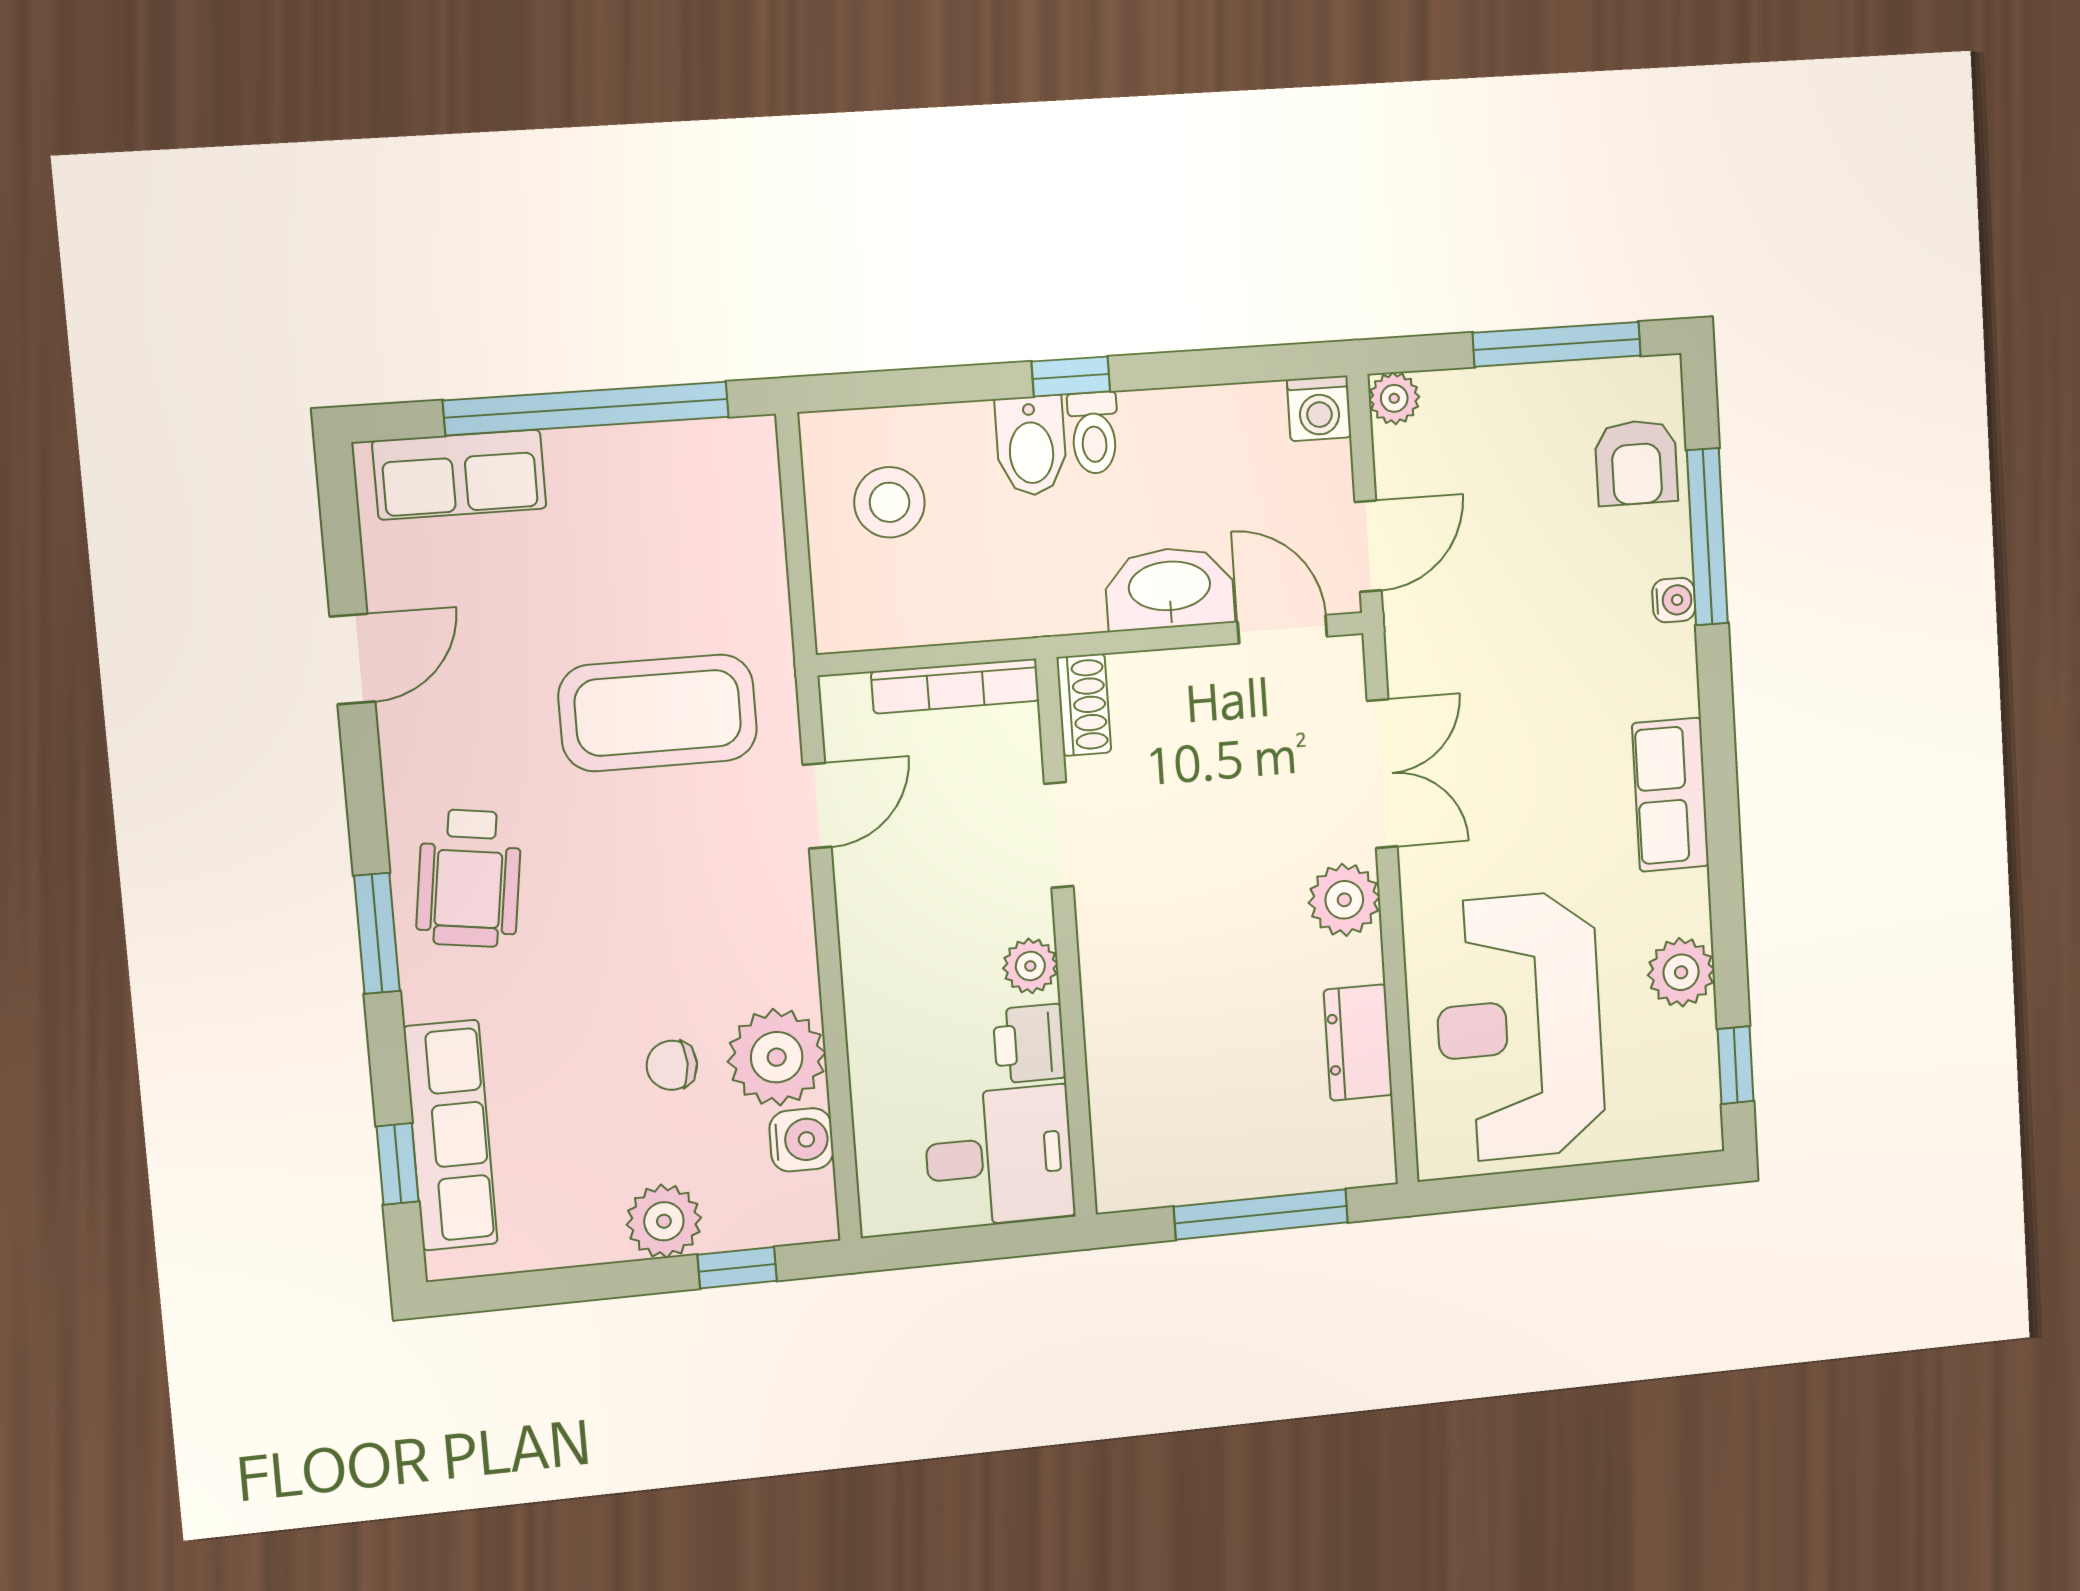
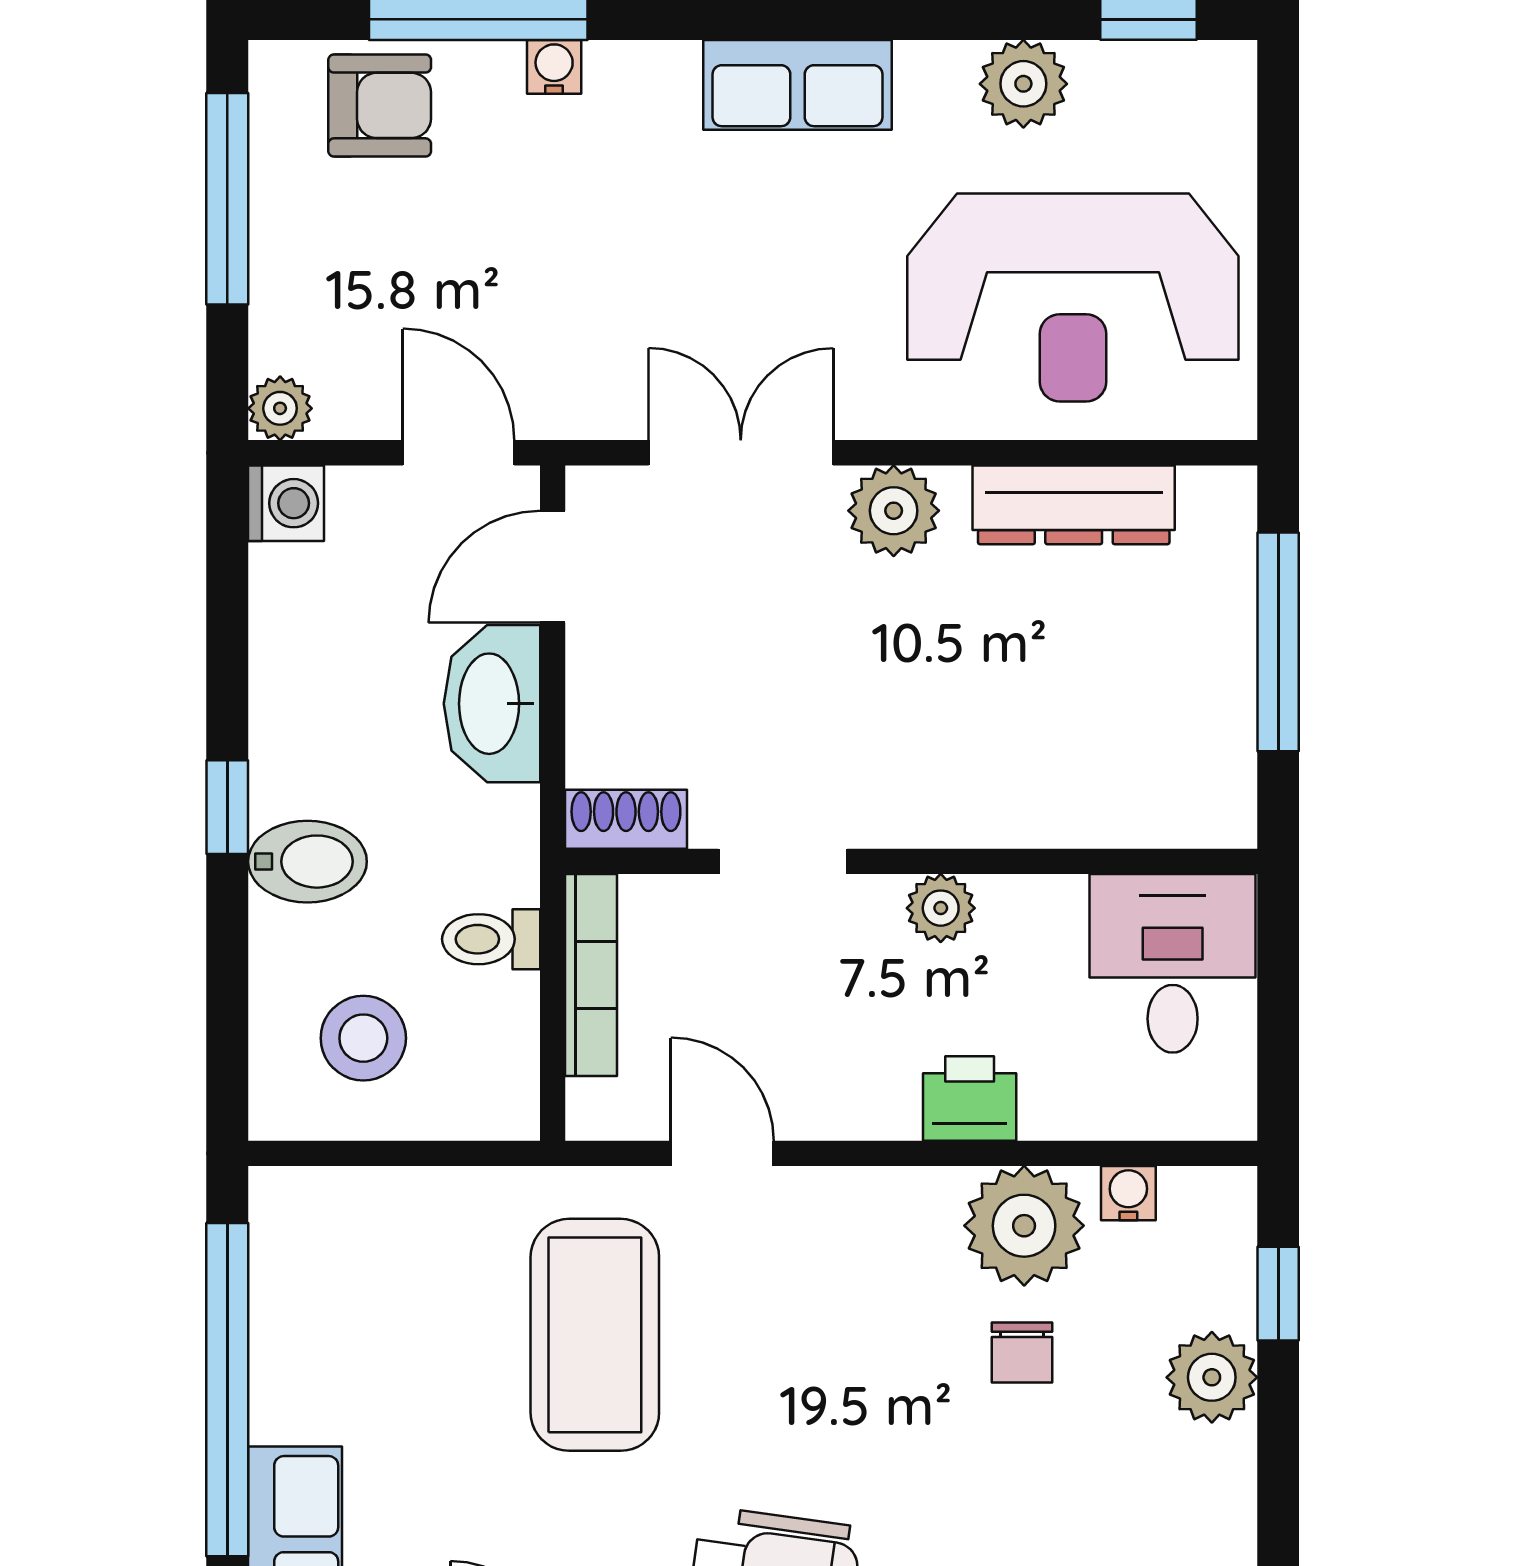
toilet: (1094, 433) -> (491, 939), moved, turned 180
dresser: (1358, 1043) -> (1074, 505), width x1.44
printer: (1029, 1044) -> (970, 1098), moved, turned 180
water cooler: (801, 1140) -> (1128, 1193), width x0.72, depth x0.72

